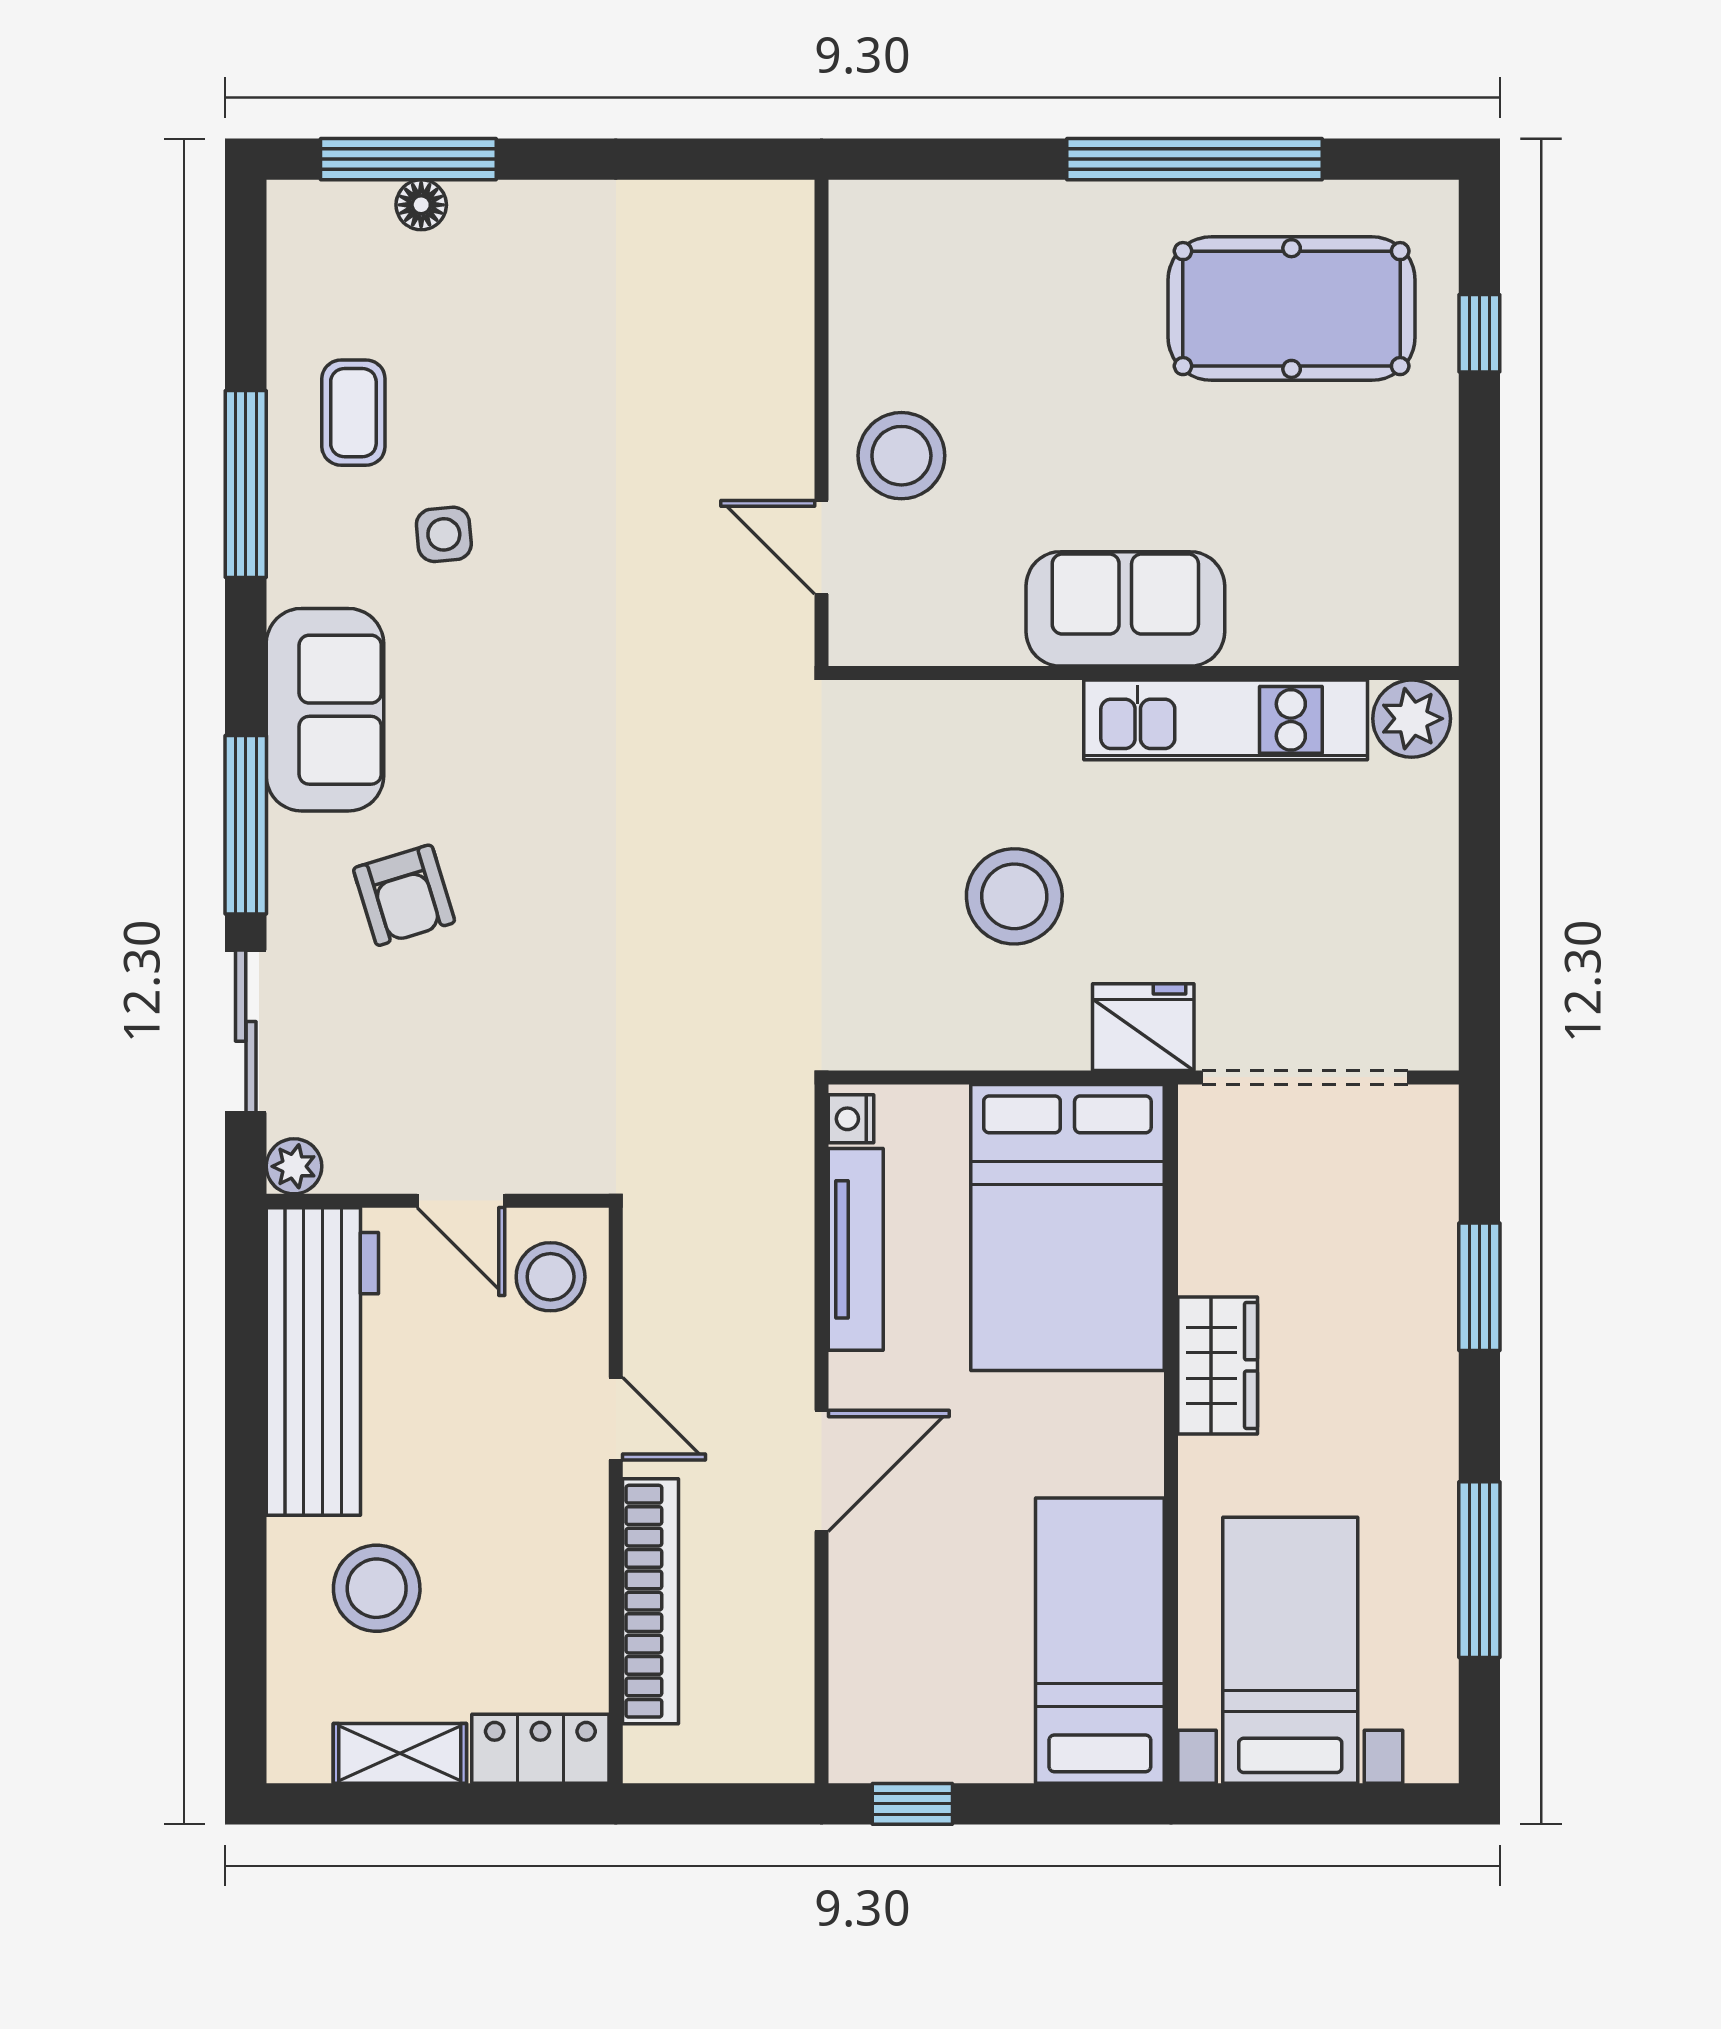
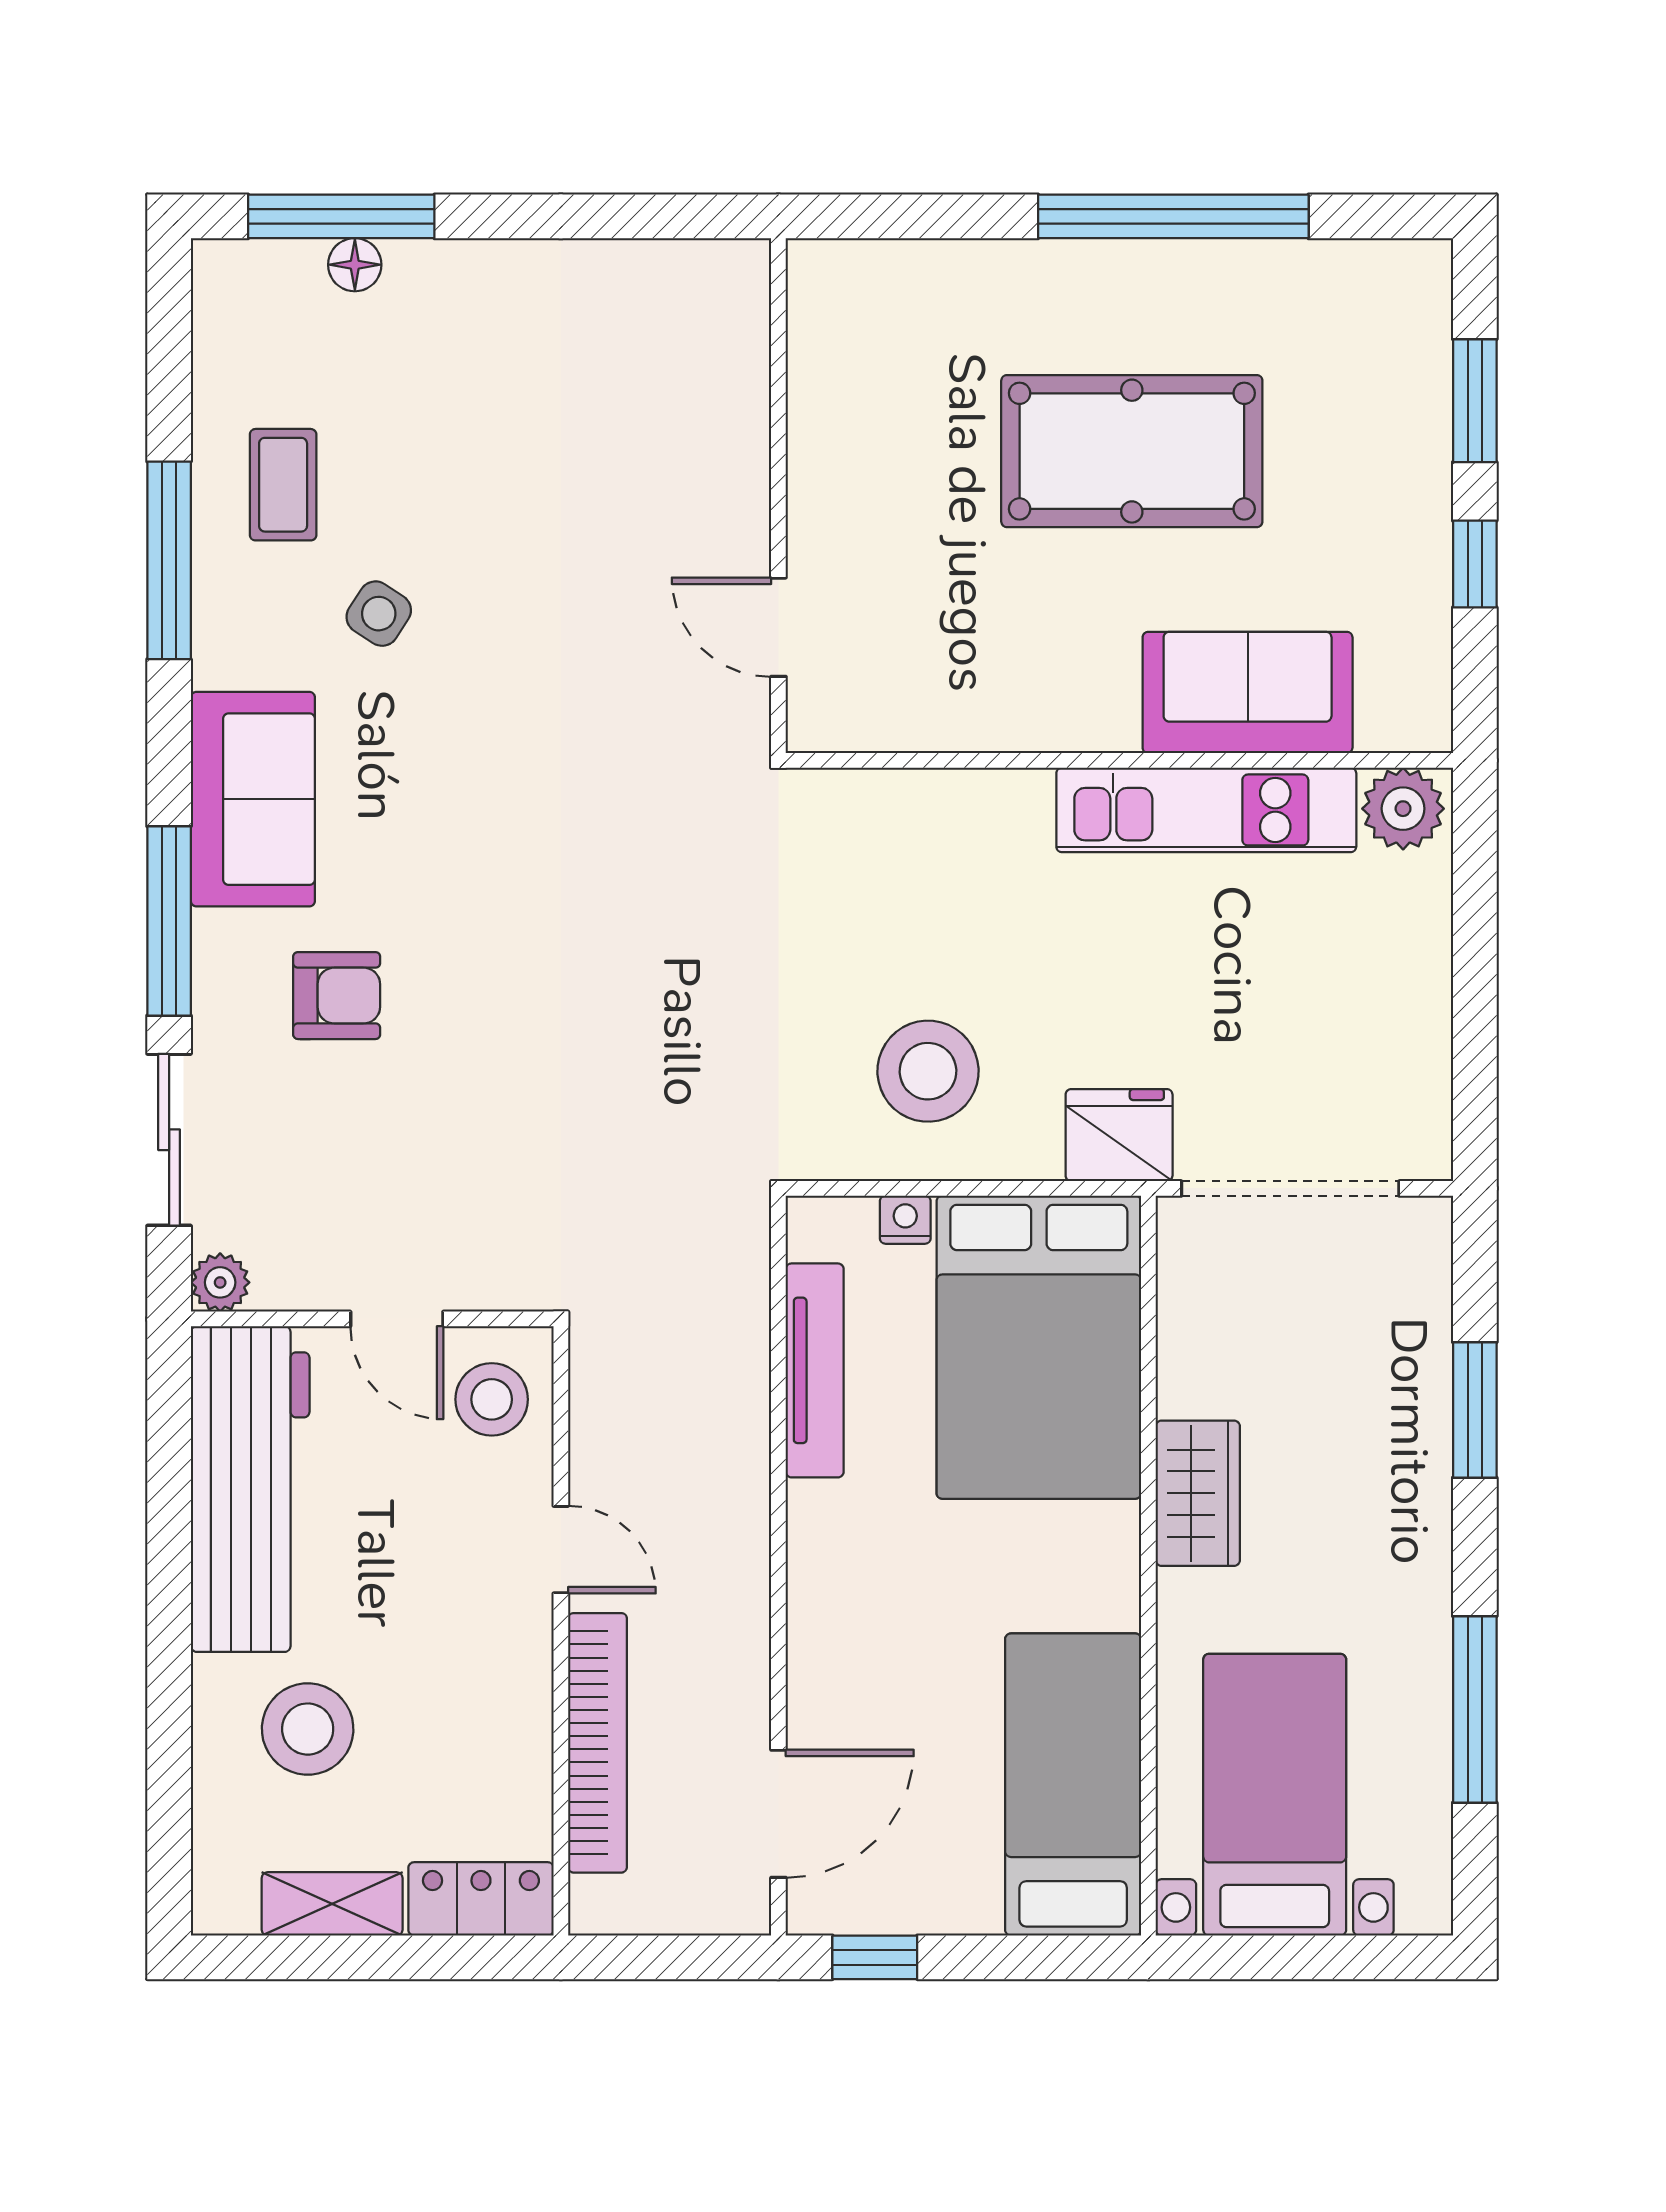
pool table: (1292, 309) -> (1132, 451), moved
window: (1479, 333) -> (1475, 401), width x1.50
stool: (901, 456) -> (863, 530), removed
window: (1479, 488) -> (1475, 564), added
side table: (444, 534) -> (379, 614), turned 38
sofa: (1125, 609) -> (1248, 692), moved
armchair: (404, 895) -> (337, 996), turned -73
stool: (1014, 896) -> (928, 1071), moved
nightstand: (851, 1119) -> (905, 1220), moved, turned 90
door: (821, 1471) -> (778, 1814), moved

